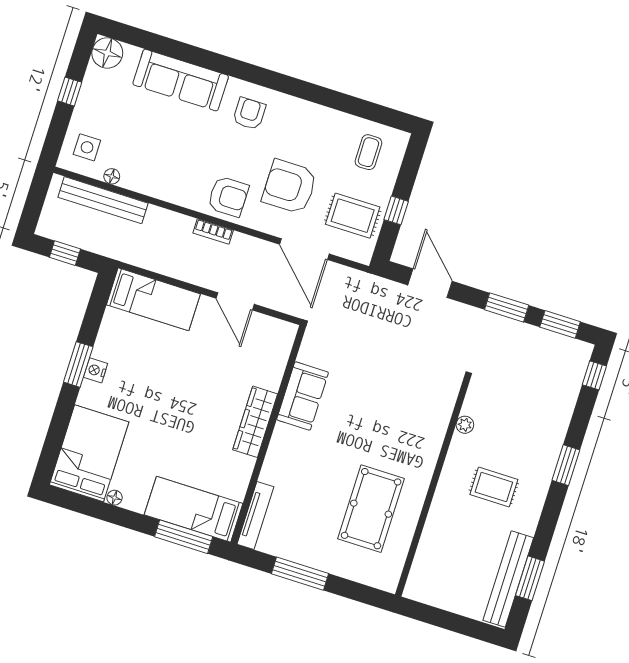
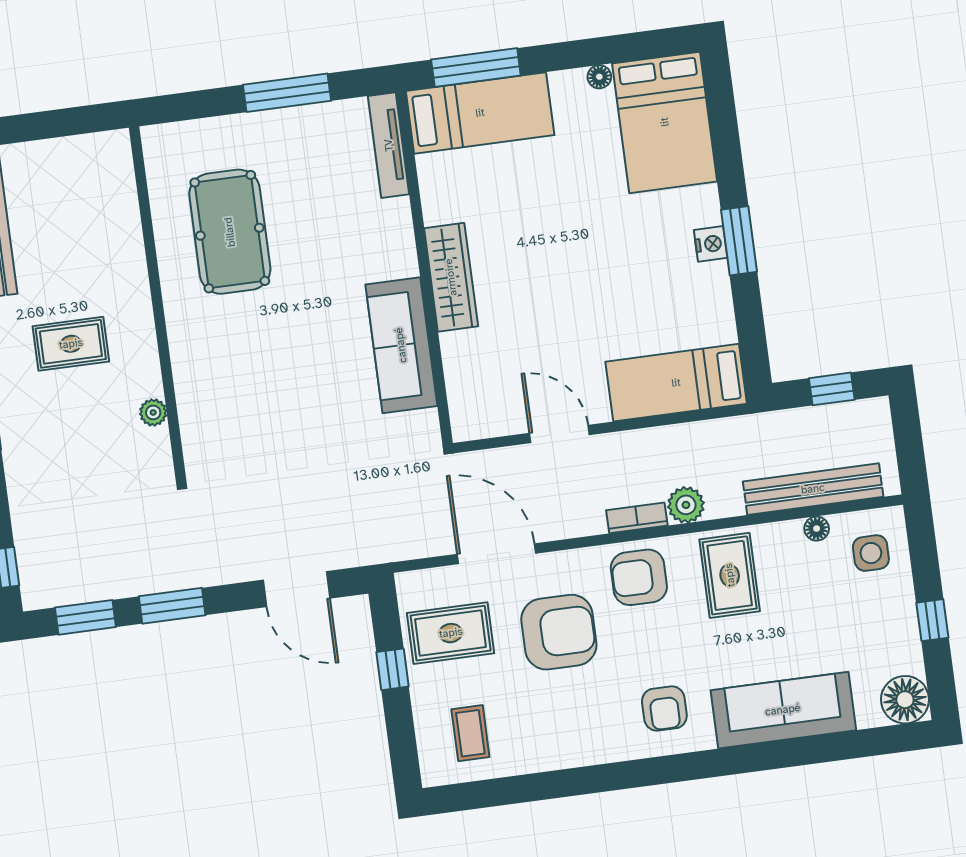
rug: (175, 173) -> (730, 575), added
plant: (181, 226) -> (686, 505), added
sofa: (303, 396) -> (401, 345), width x1.36

